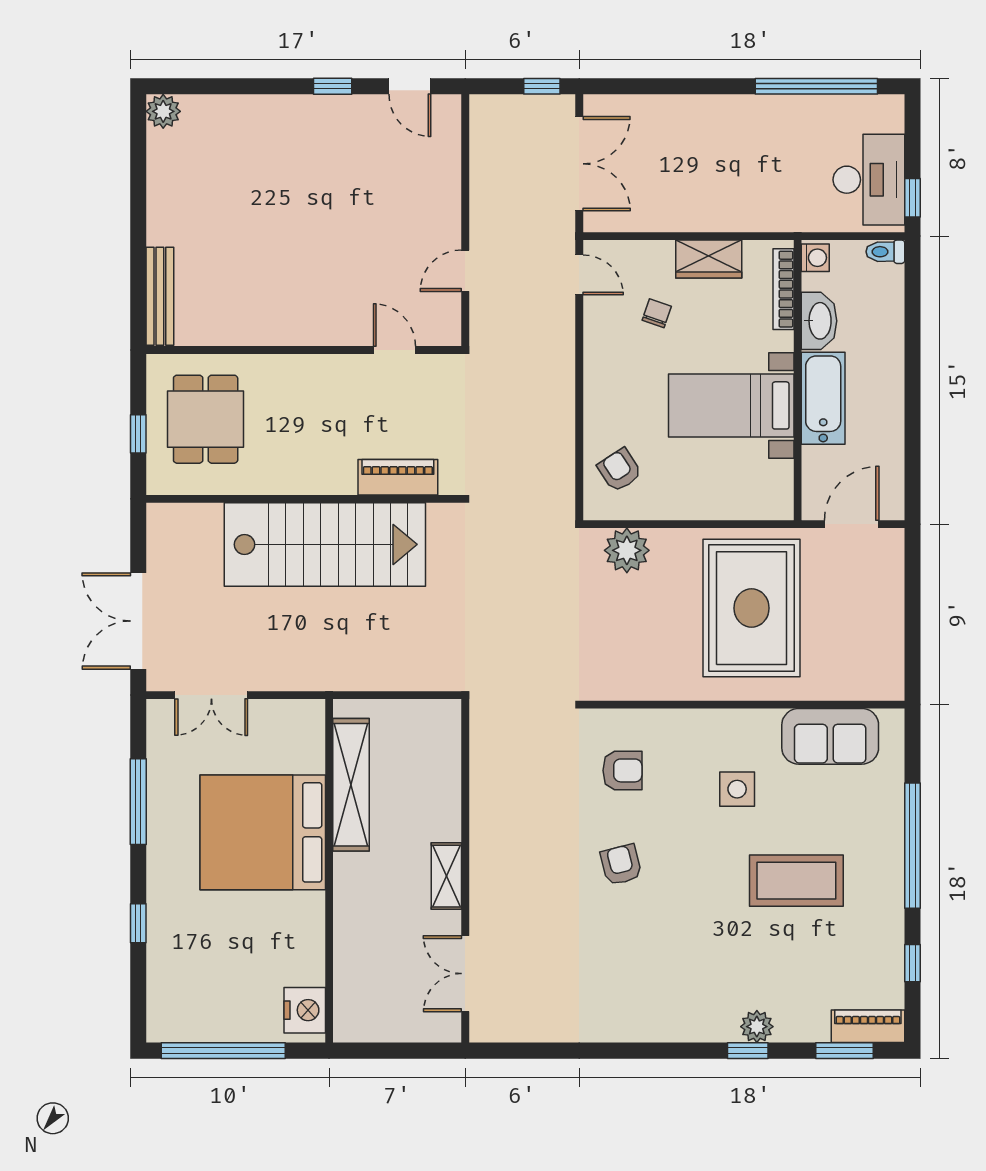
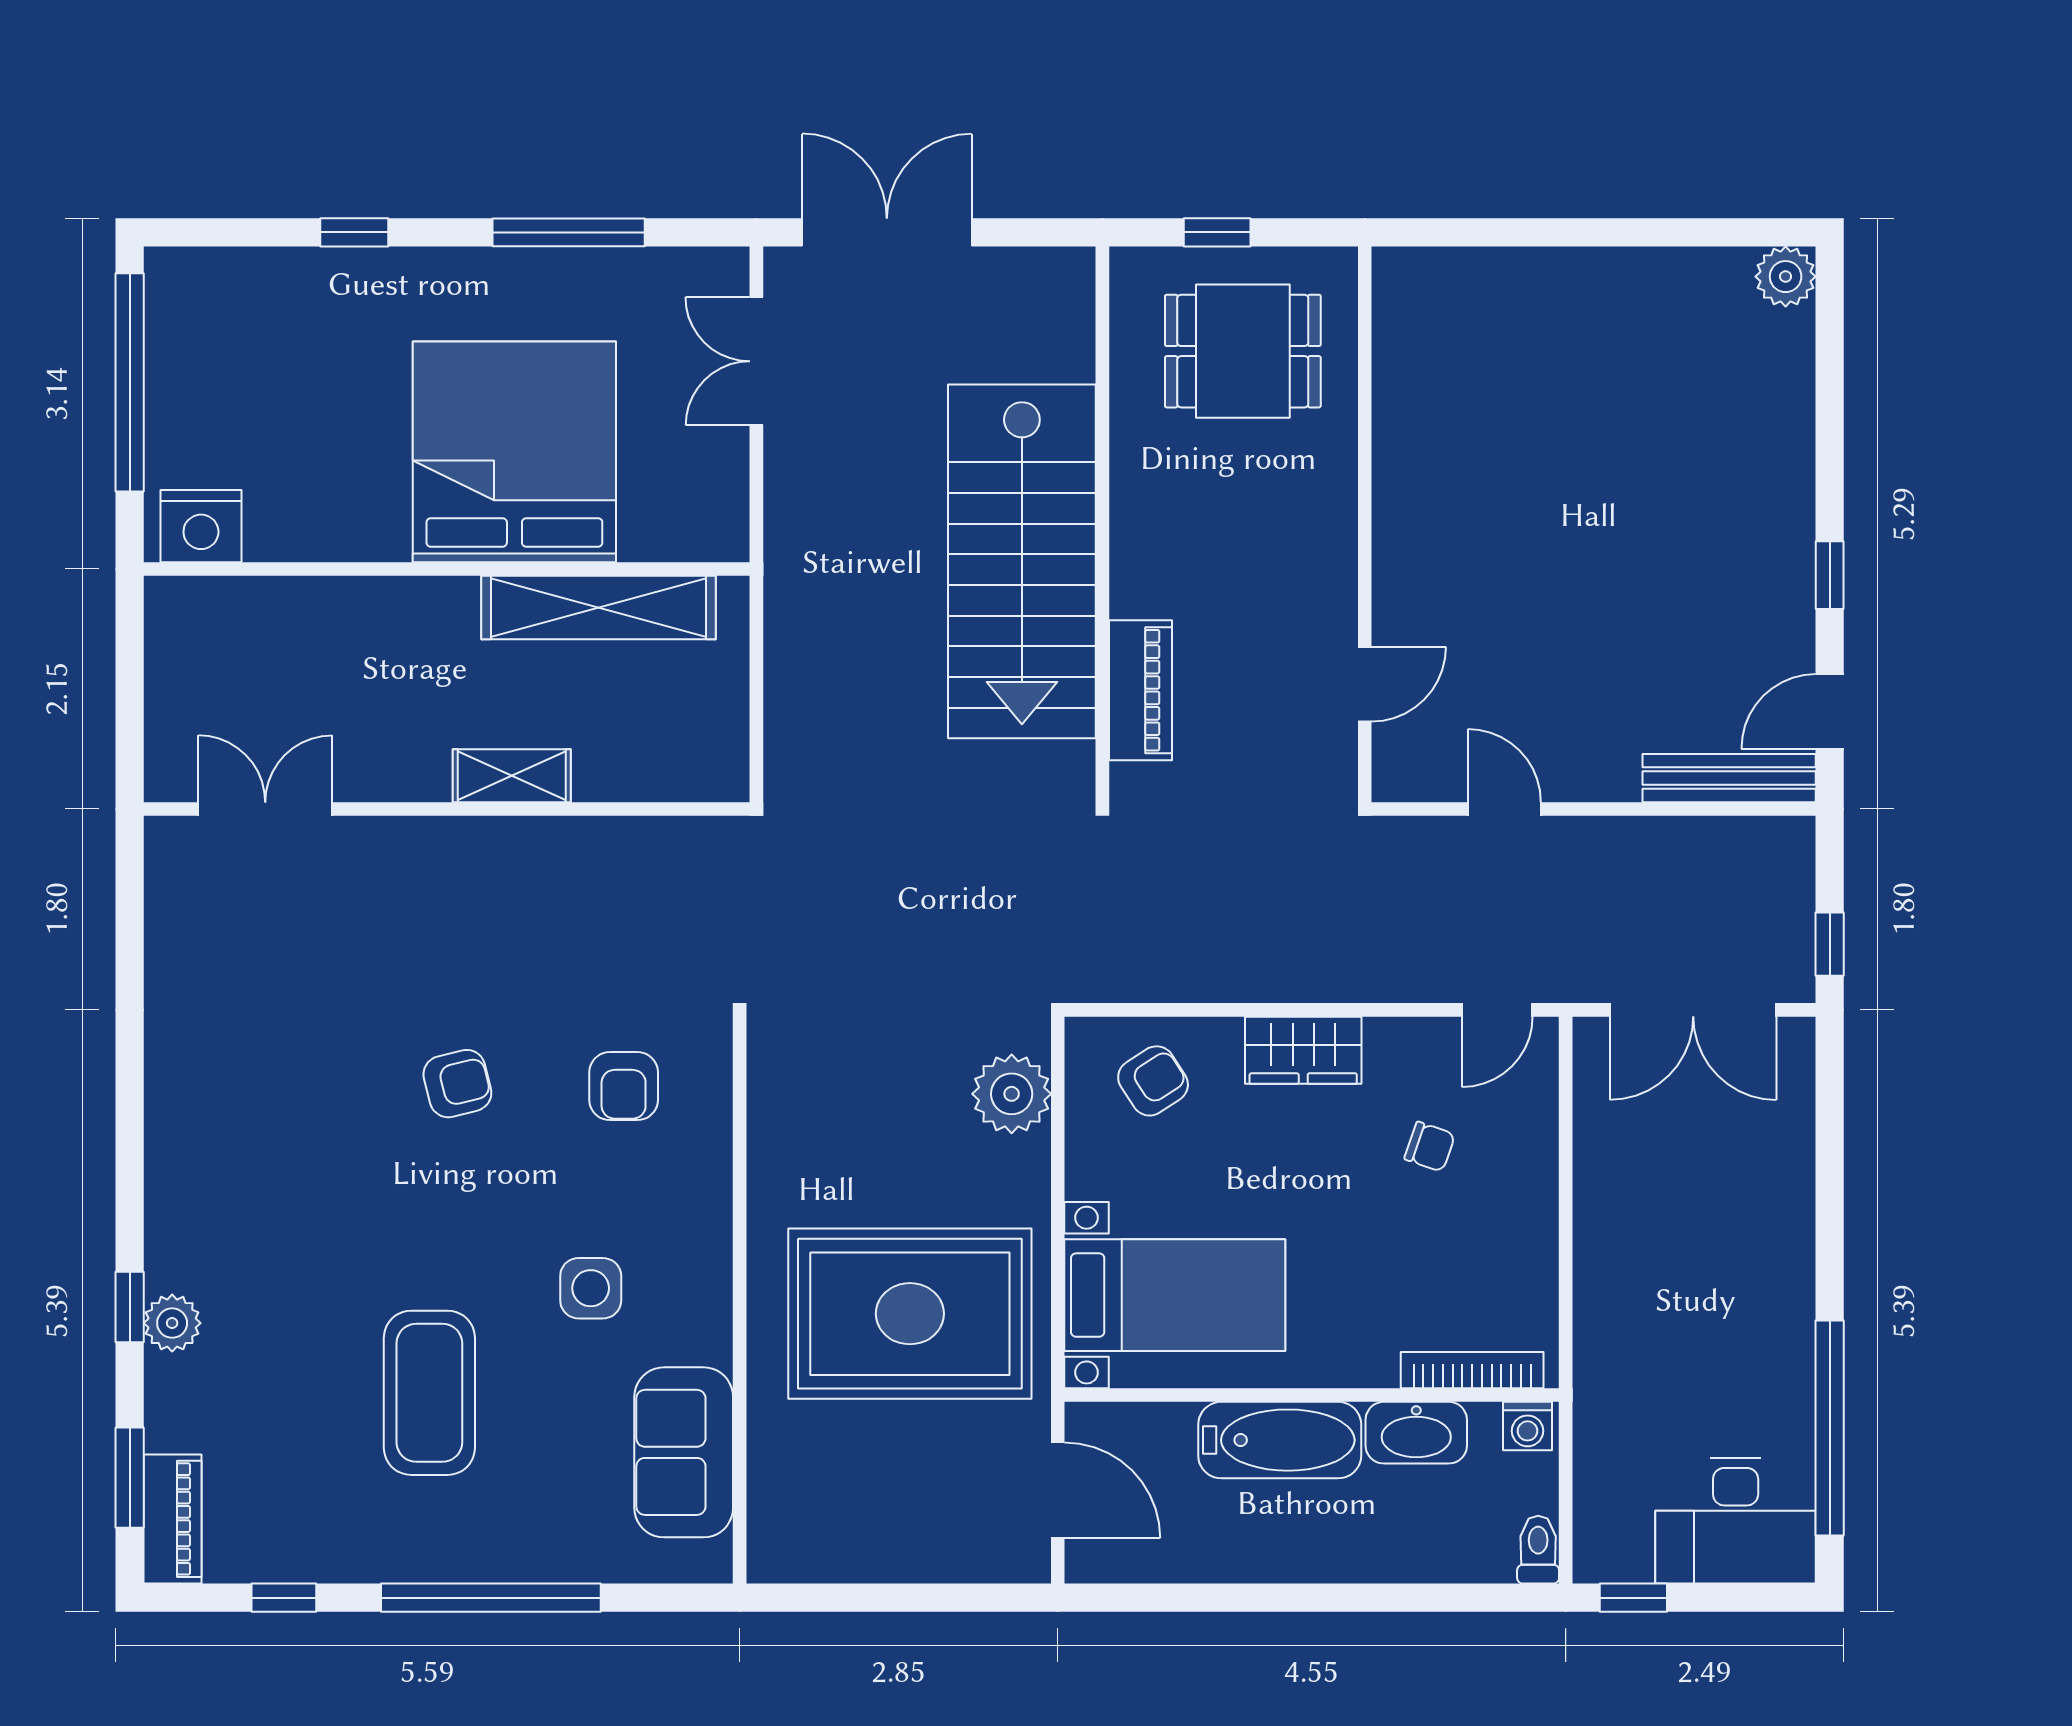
desk: (869, 180) -> (1736, 1521), moved
wardrobe: (709, 259) -> (1303, 1050), moved, turned -90
bench: (160, 296) -> (1729, 778), moved
bed with nightstands: (731, 405) -> (1175, 1295), moved, turned 90
shelving: (446, 876) -> (512, 776), moved

